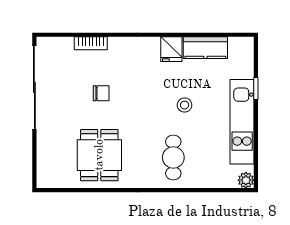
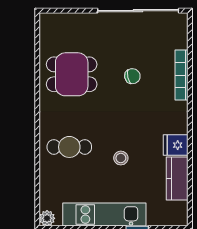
bookcase: (91, 43) -> (182, 75), width x1.56
chair: (101, 93) -> (132, 76), turned -102

